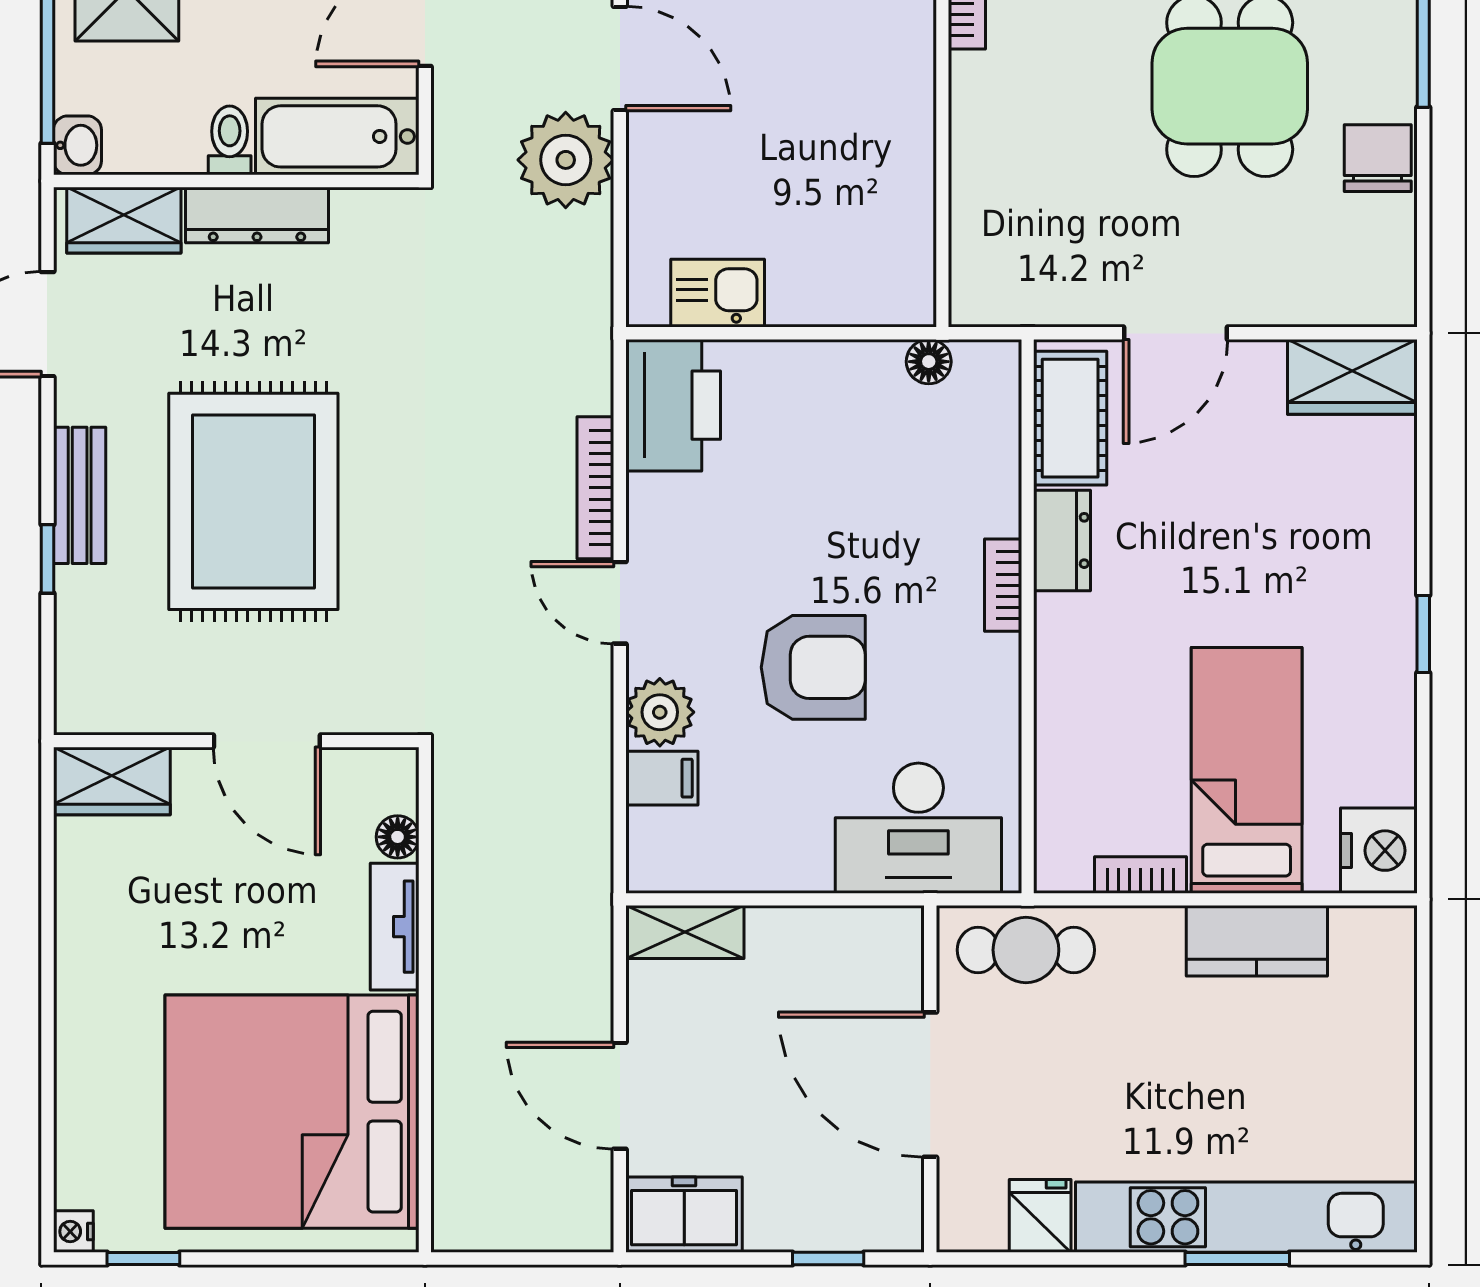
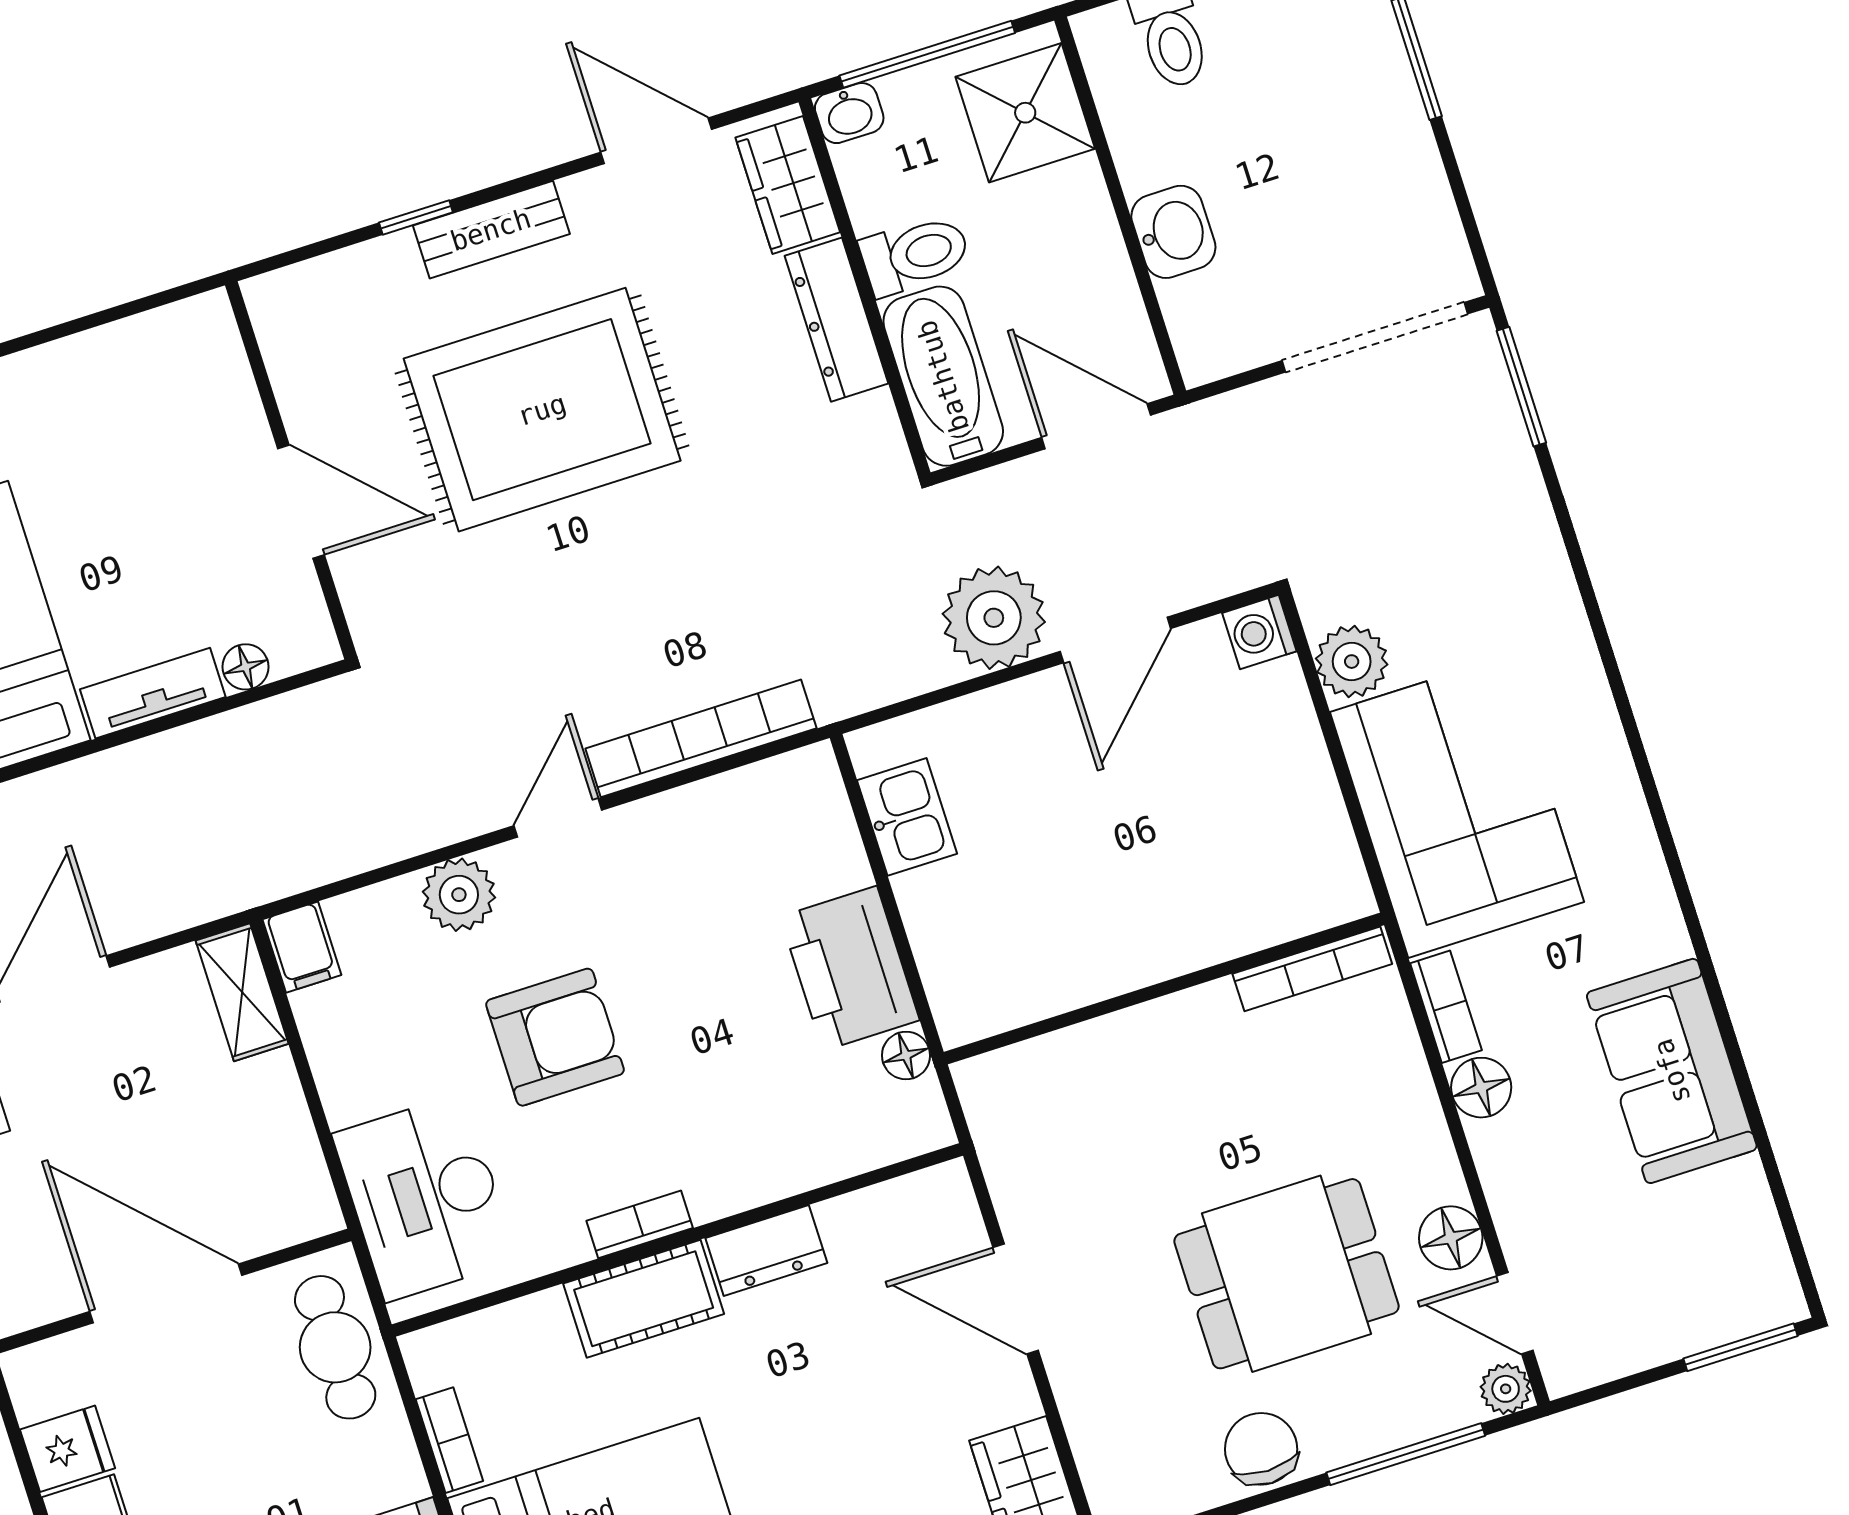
toilet: (230, 140) -> (915, 255), width x1.37, depth x1.39
chair: (1378, 158) -> (1261, 1449), turned -90
printer: (673, 405) -> (850, 968), moved, turned 90
cot: (1070, 418) -> (644, 1299), moved
bookcase: (595, 488) -> (701, 738), width x1.48, depth x1.31
bookcase: (1003, 585) -> (640, 1224), moved
armchair: (813, 667) -> (555, 1037), turned -90
door: (267, 741) -> (301, 502), swing flipped
filing cabinet: (662, 778) -> (302, 947), moved
wardrobe: (112, 781) -> (209, 356), removed
door: (930, 1085) -> (166, 1293), hinge flipped

